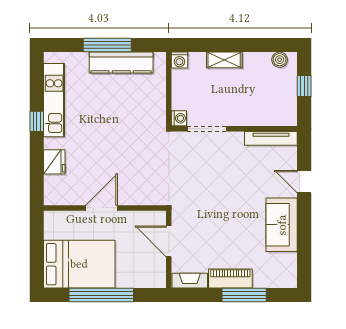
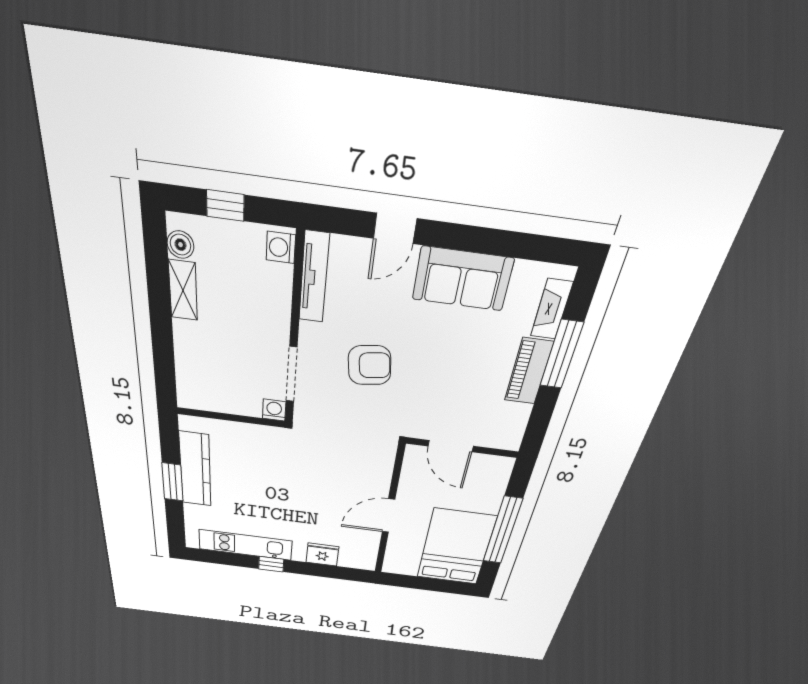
window: (107, 45) -> (173, 482), width x0.69
washing machine: (179, 60) -> (281, 247), moved, turned 180
shelving: (224, 60) -> (183, 290), moved
armchair: (220, 178) -> (370, 365), added
door: (102, 208) -> (388, 516), hinge flipped
door: (169, 241) -> (451, 446), hinge flipped
fireplace: (190, 281) -> (552, 309), moved

